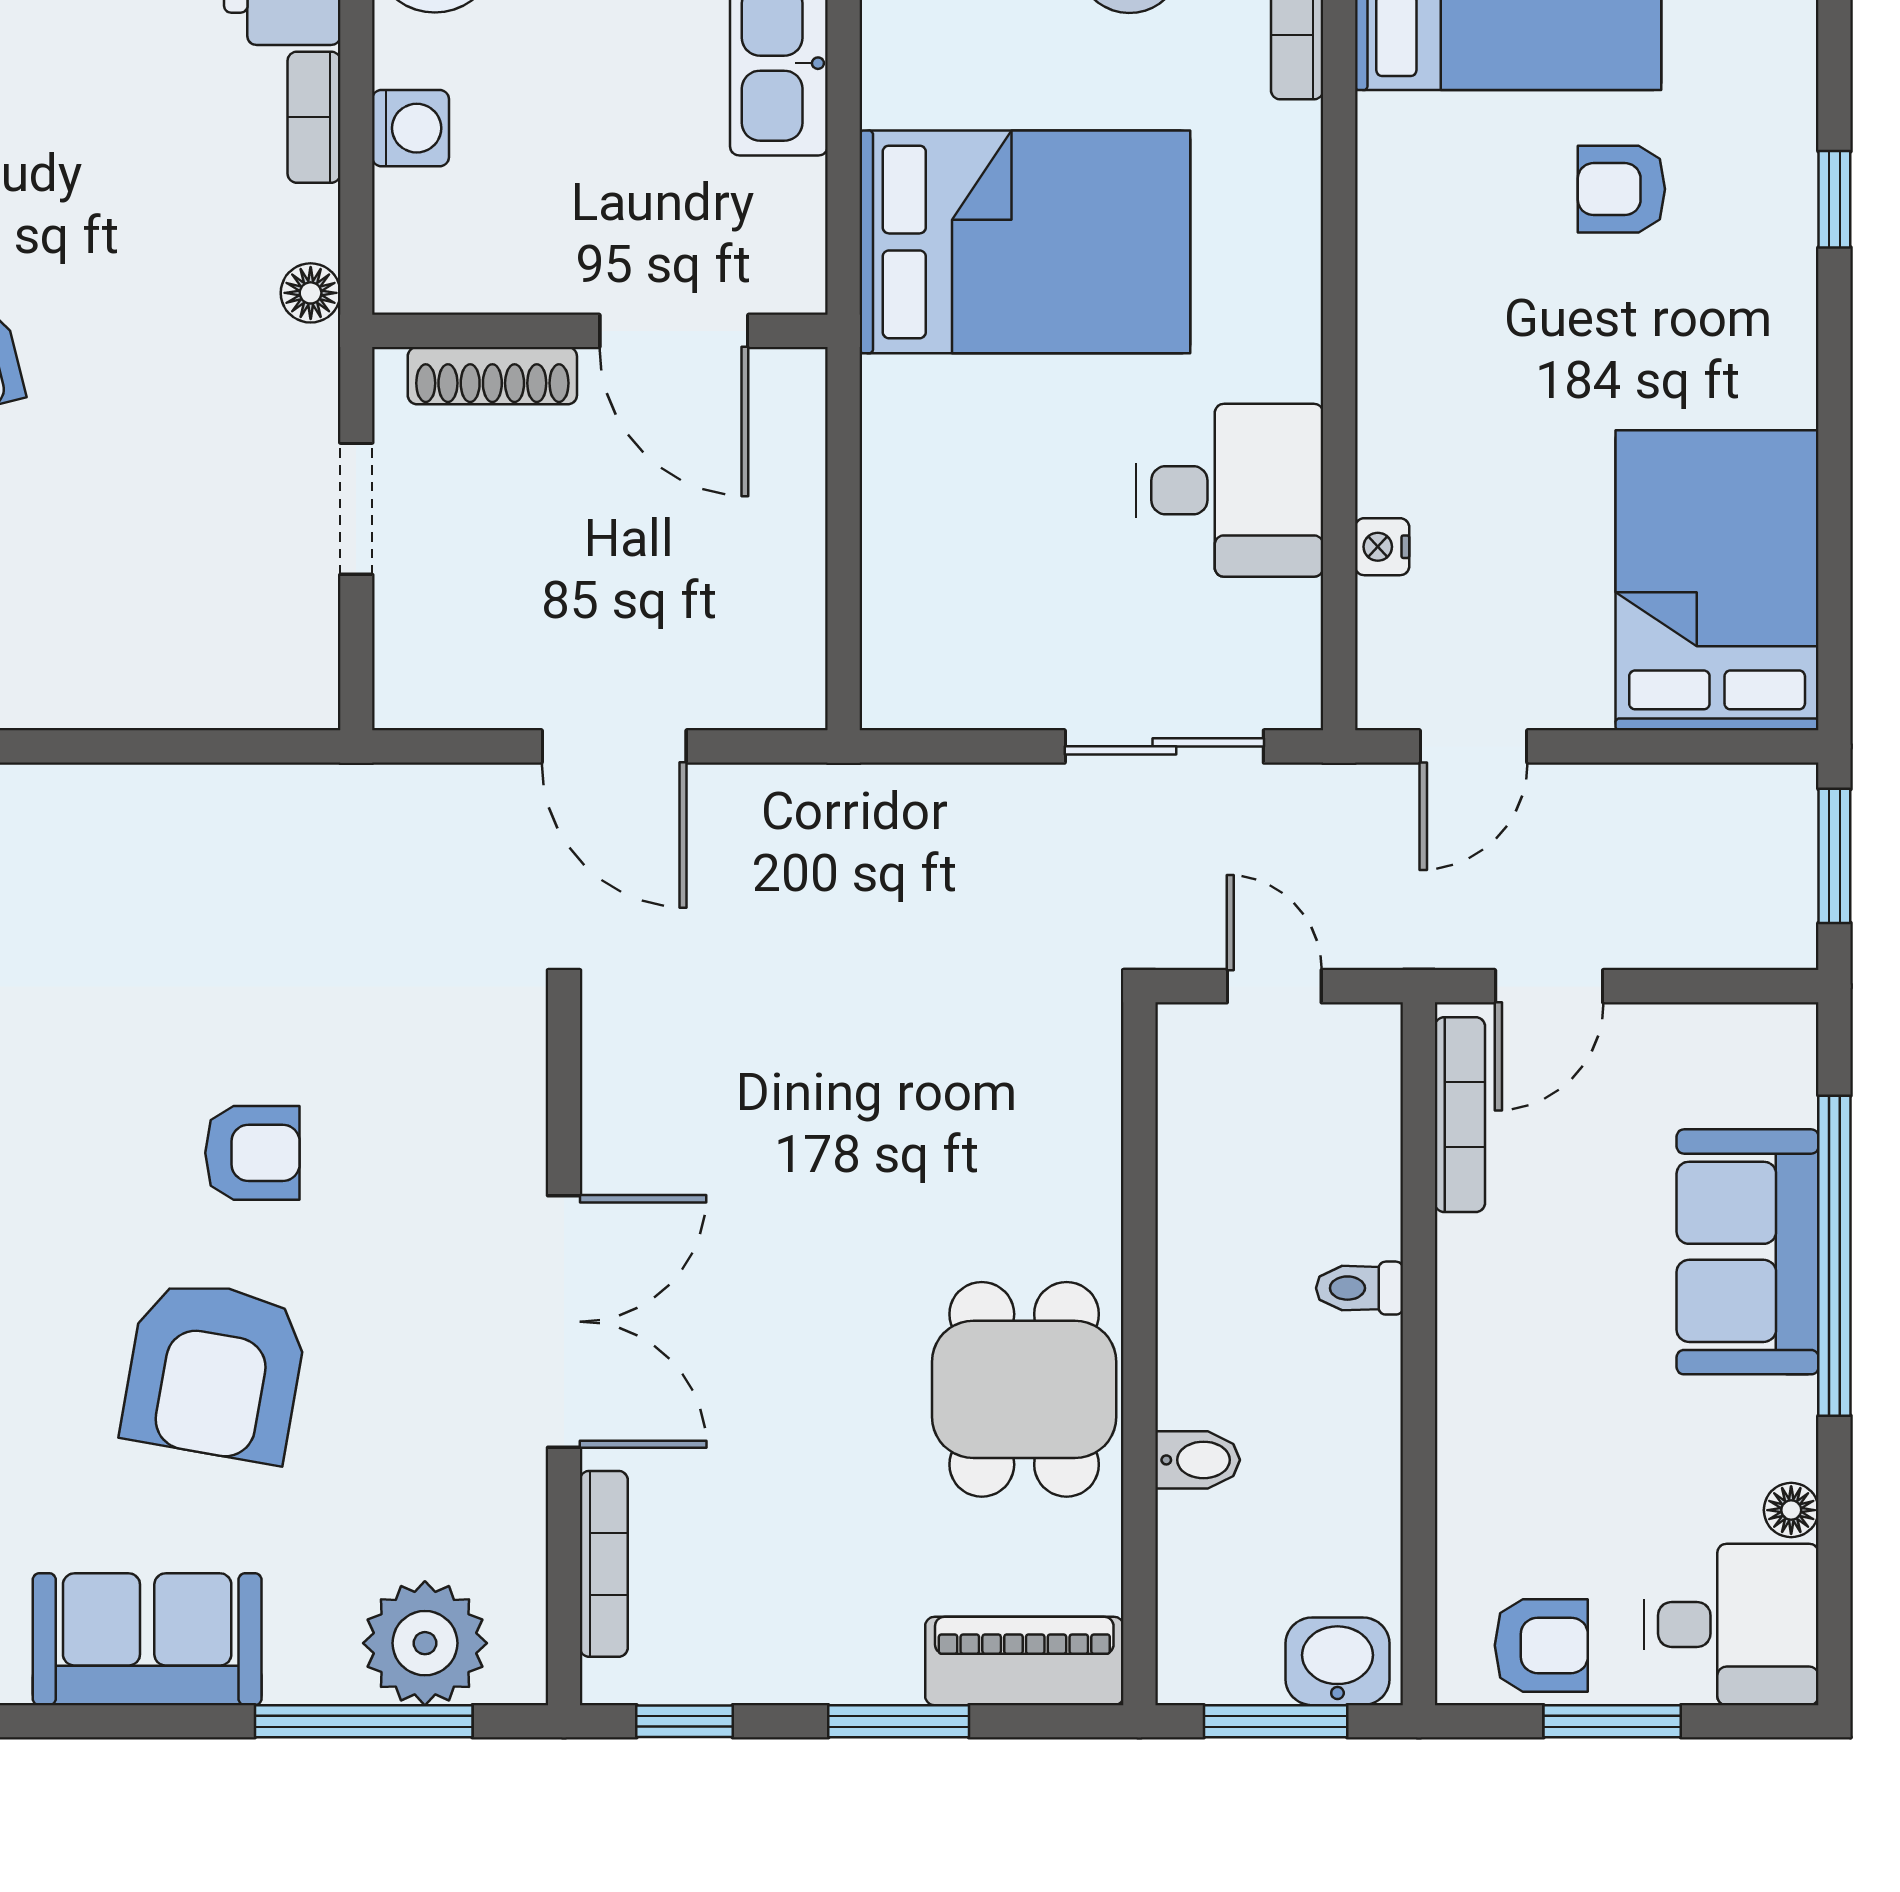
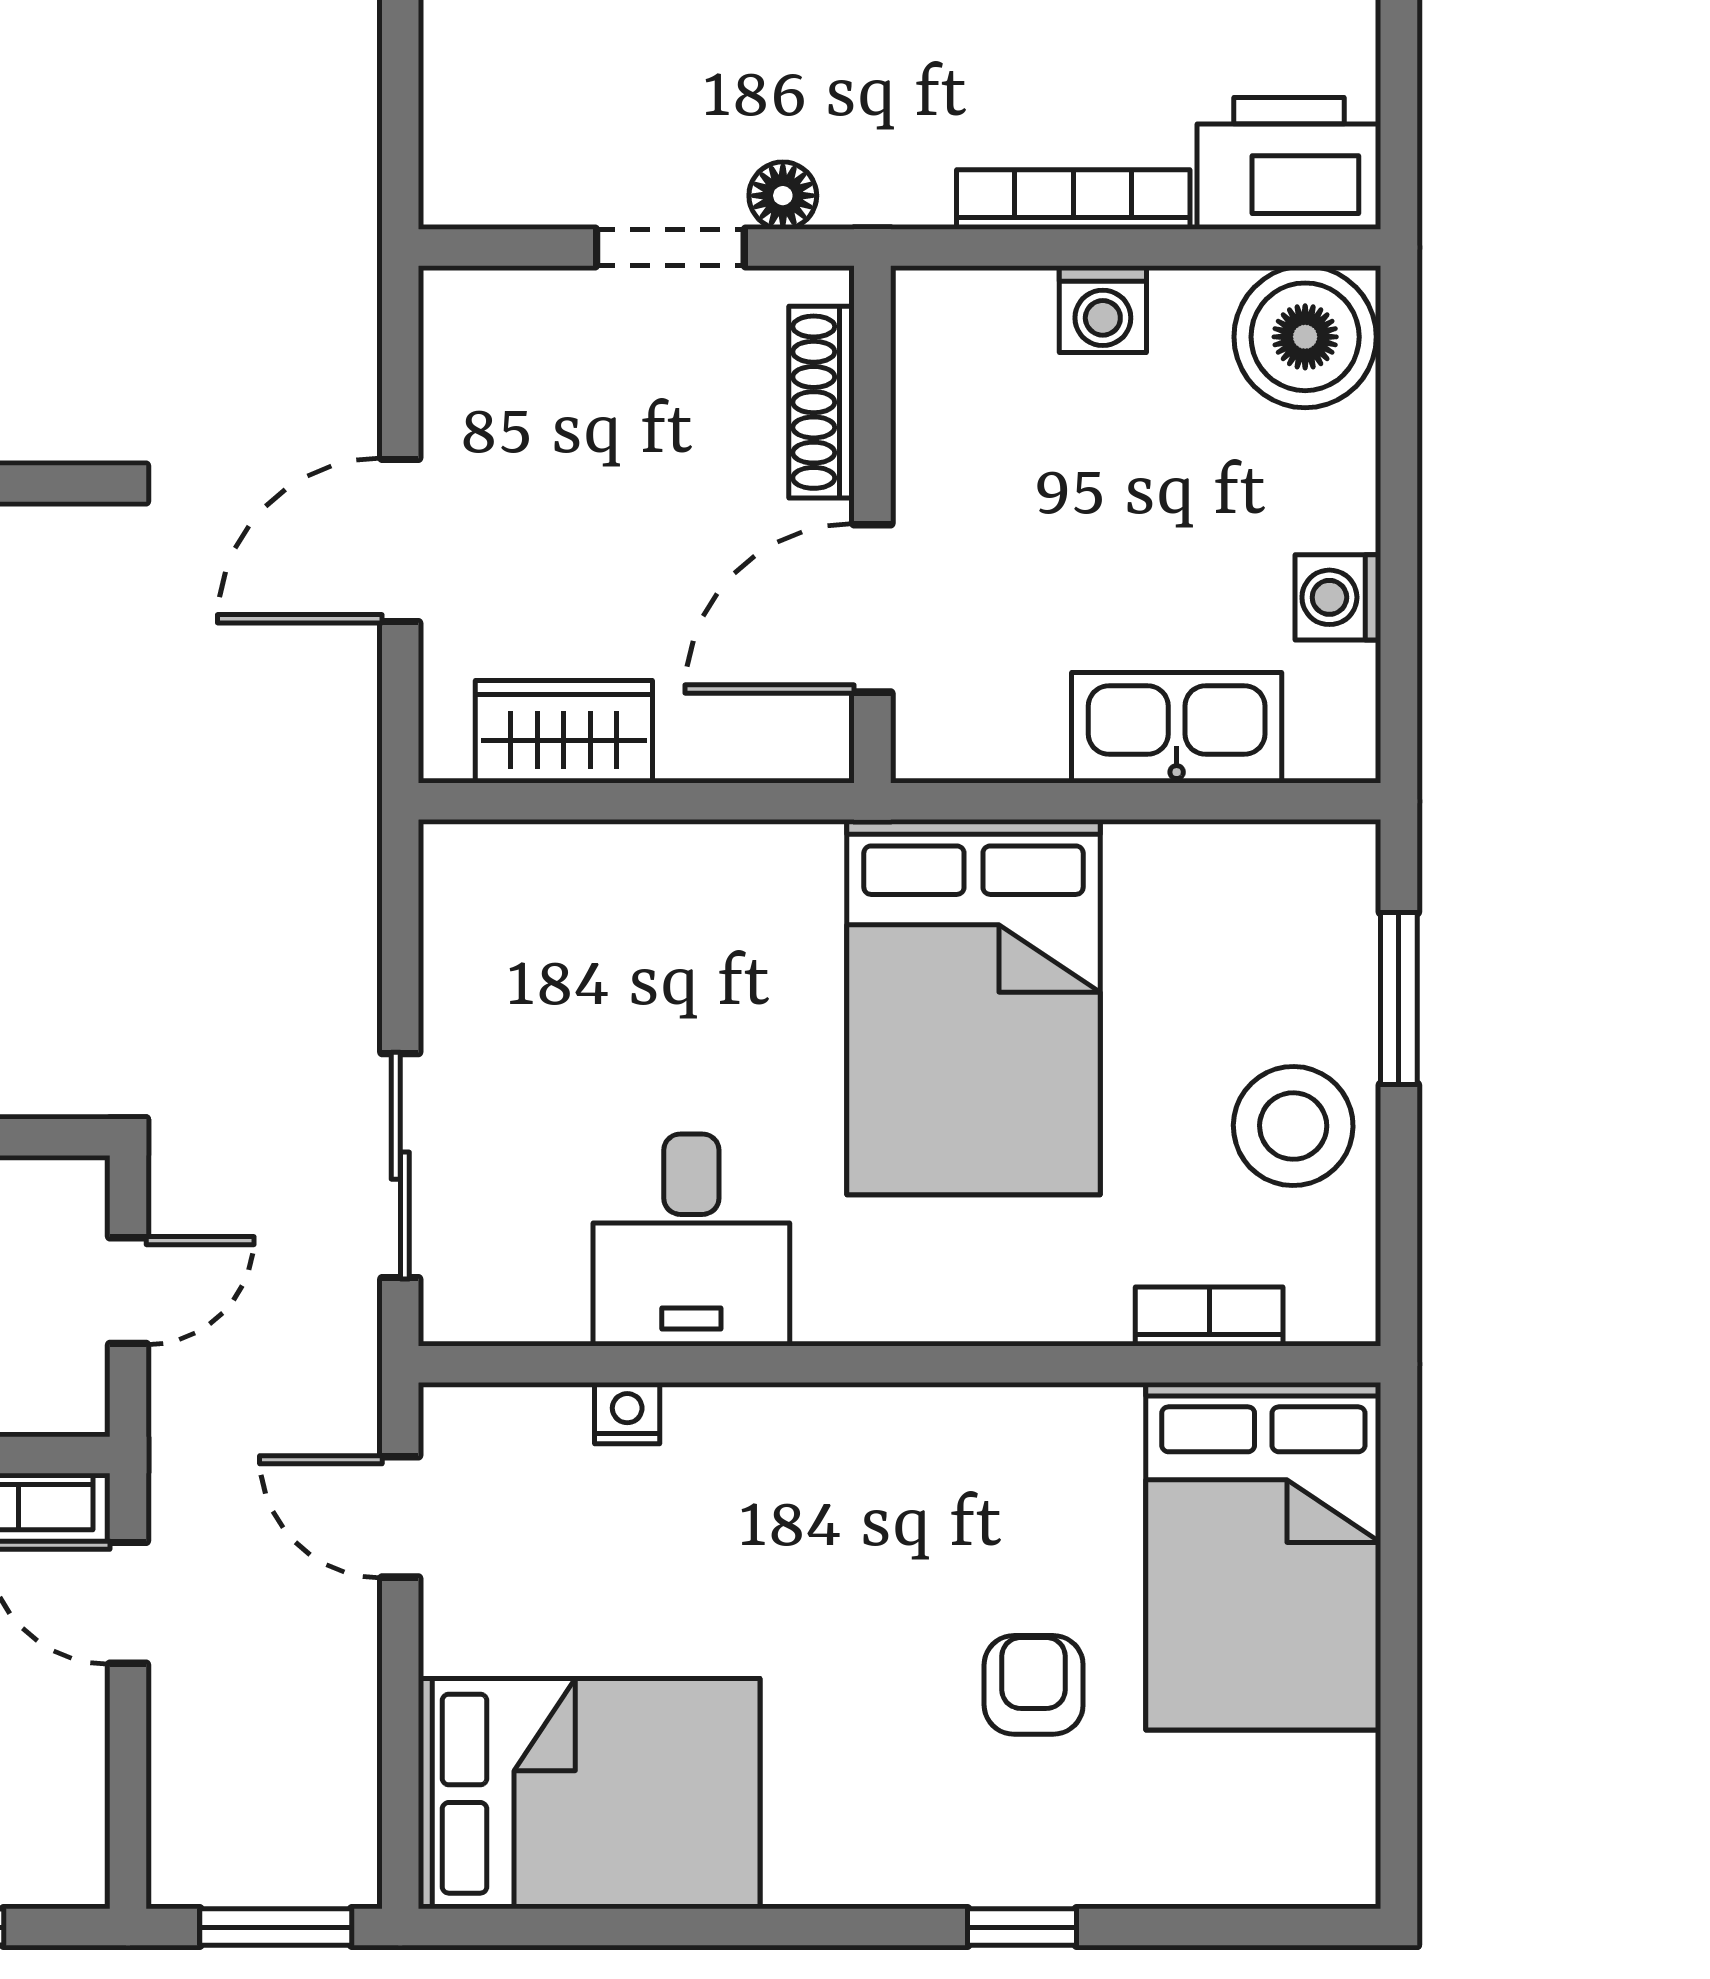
bookcase: (314, 117) -> (1073, 200), width x1.56
floor lamp: (311, 293) -> (783, 196), moved
wardrobe: (782, 603) -> (564, 732), added

